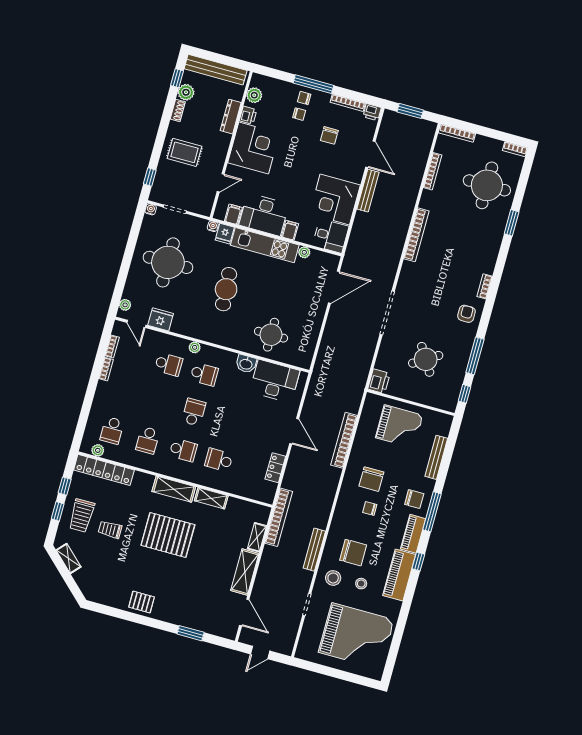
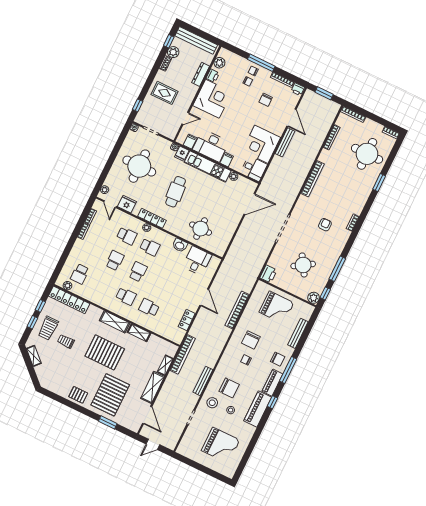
armchair: (466, 314) -> (325, 225), moved
locker: (200, 333) -> (152, 218), added
desk: (275, 381) -> (197, 261), width x0.73
plant: (449, 403) -> (314, 298), added
school desk: (148, 440) -> (115, 260), moved, turned 180
pallet: (187, 594) -> (110, 395), added
grand piano: (356, 636) -> (221, 445), width x0.73, depth x0.68

